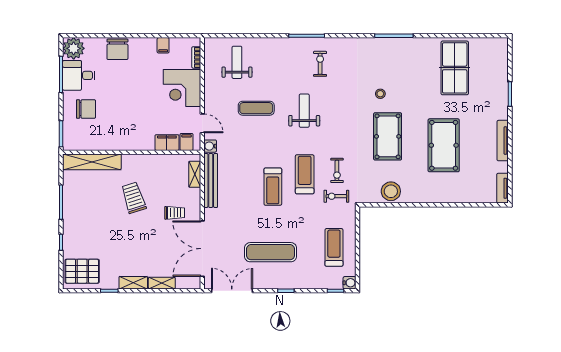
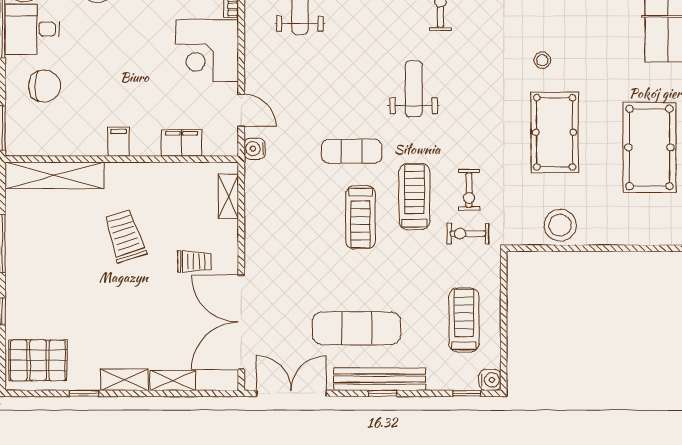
exercise mat: (256, 108) -> (352, 151), moved
filing cabinet: (187, 142) -> (119, 142), moved
bench: (211, 180) -> (380, 379), moved, turned 90

